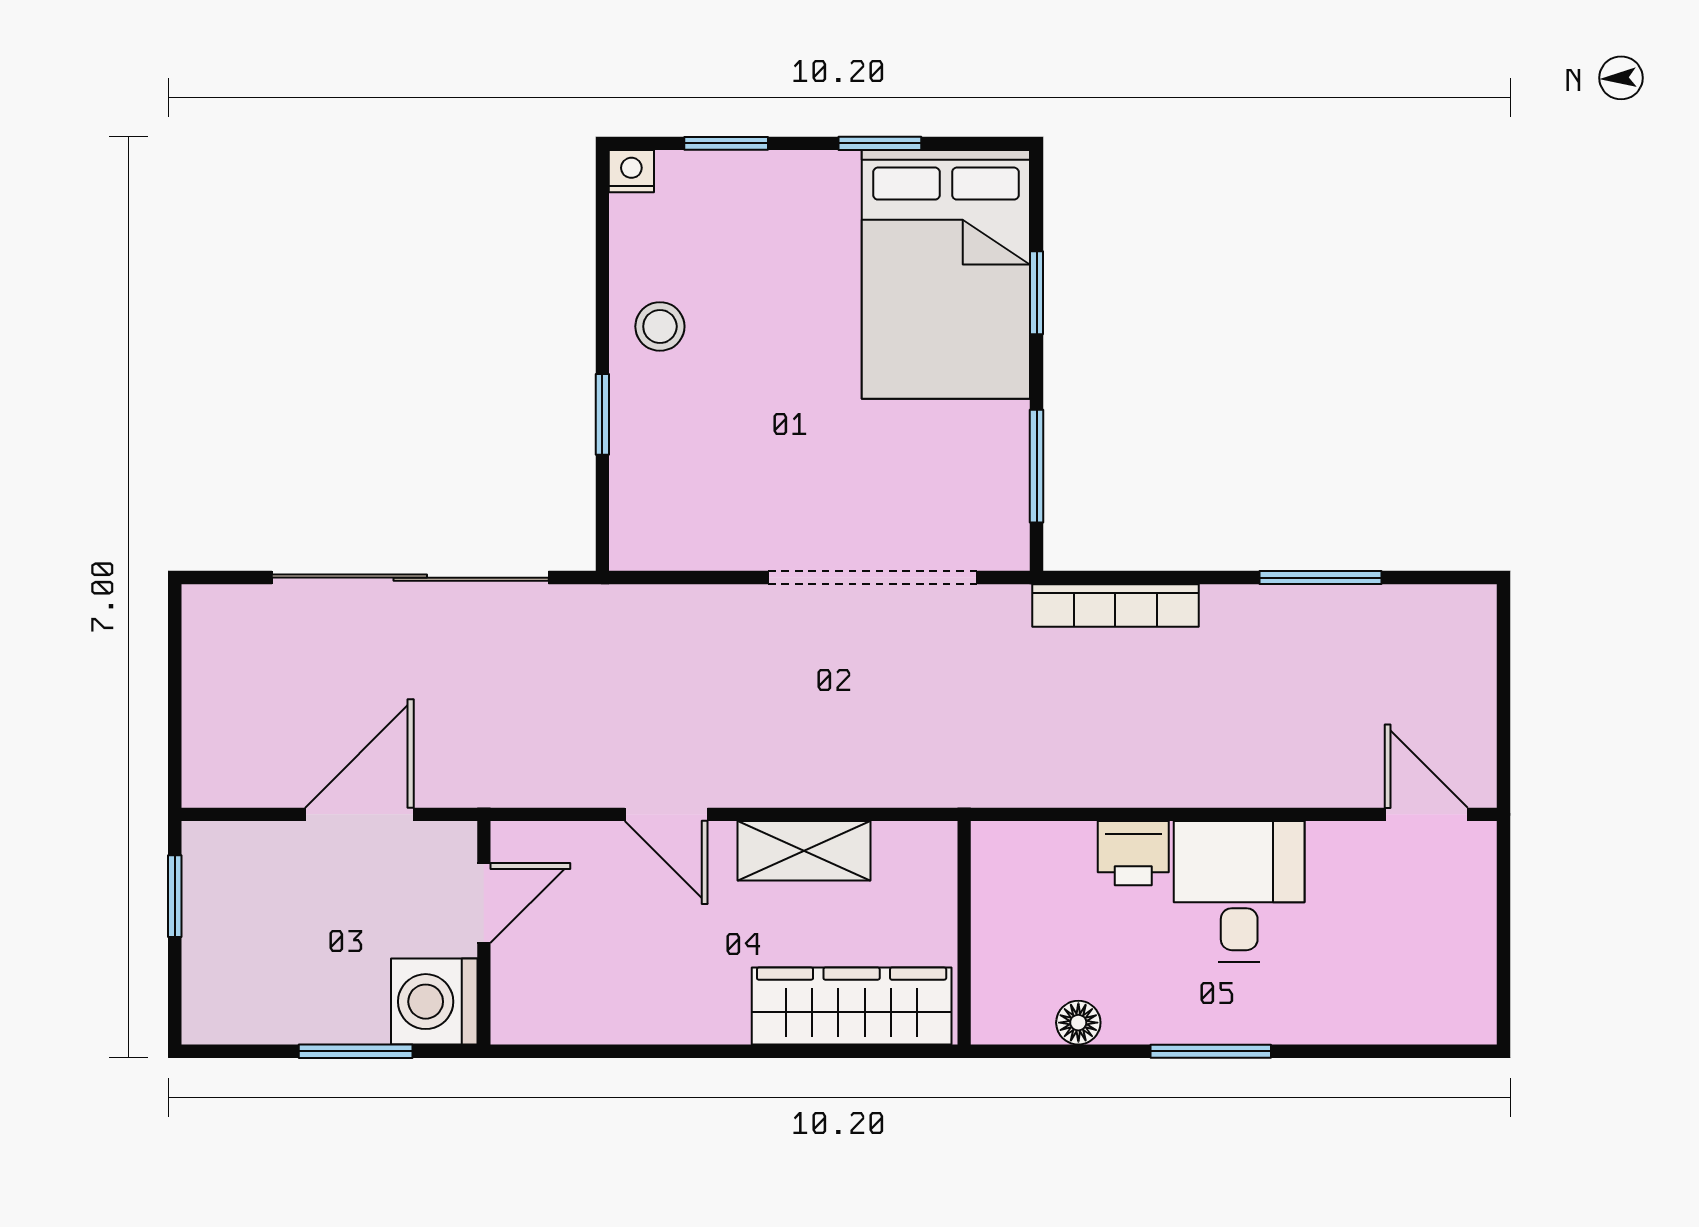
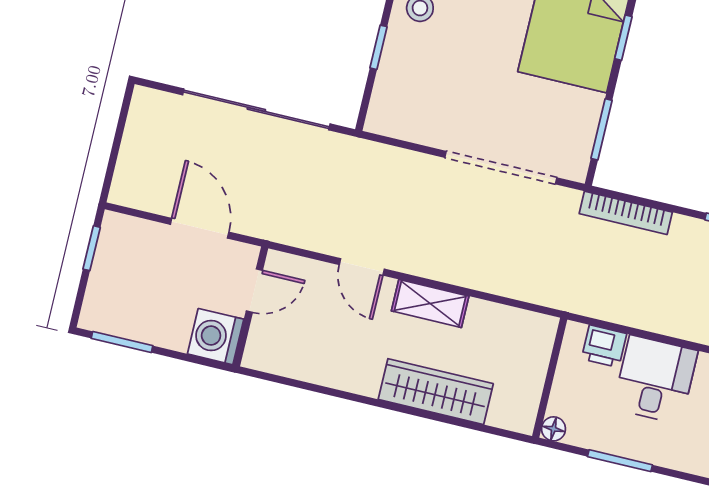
door: (359, 814) -> (200, 228), hinge flipped
wall: (964, 933) -> (550, 378), moved
window: (356, 1051) -> (122, 342), moved

